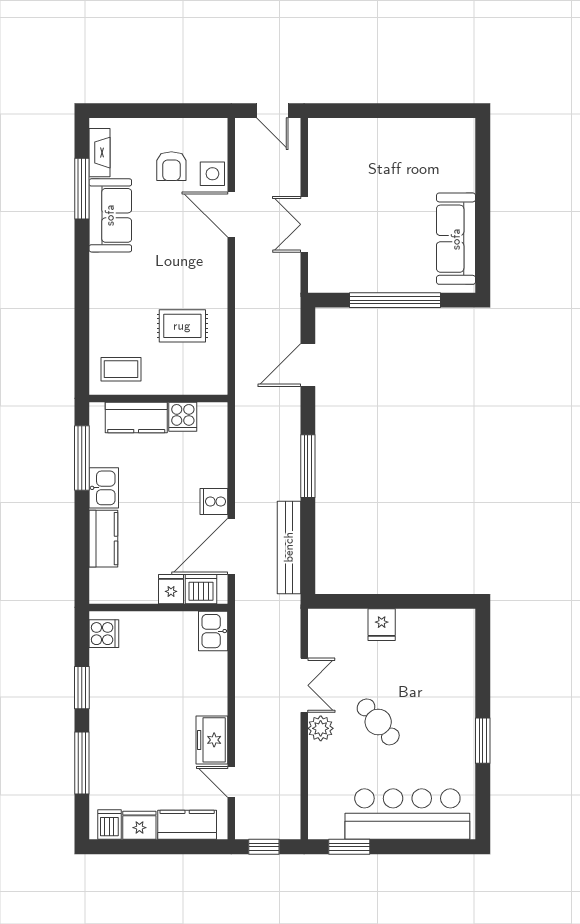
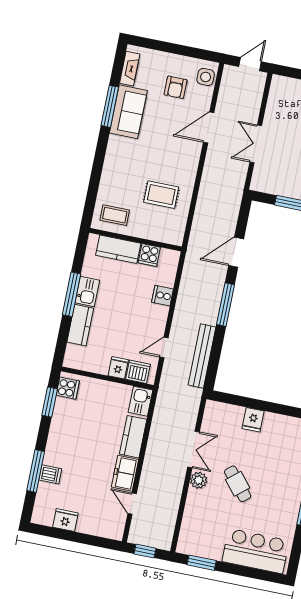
door: (272, 111) -> (250, 64), swing flipped
side table: (212, 174) -> (206, 77), moved
window: (82, 189) -> (110, 106), moved
door: (231, 215) -> (209, 127), hinge flipped
door: (308, 365) -> (236, 252), moved
window: (82, 458) -> (72, 294), moved
cooker: (214, 501) -> (162, 296), moved
door: (231, 546) -> (164, 348), width x0.53
window: (82, 688) -> (50, 402), moved
bar counter: (407, 814) -> (256, 551), width x0.73
dishwasher: (109, 825) -> (50, 474), moved, turned 90
kitchen counter: (187, 825) -> (133, 437), moved, turned -90

